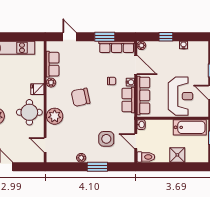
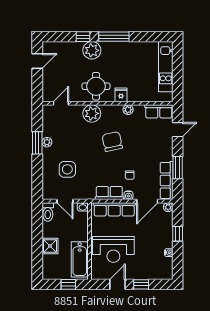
row of seats: (53, 64) -> (159, 111), moved
door: (136, 141) -> (65, 201), swing flipped
window: (97, 167) -> (37, 143), moved

